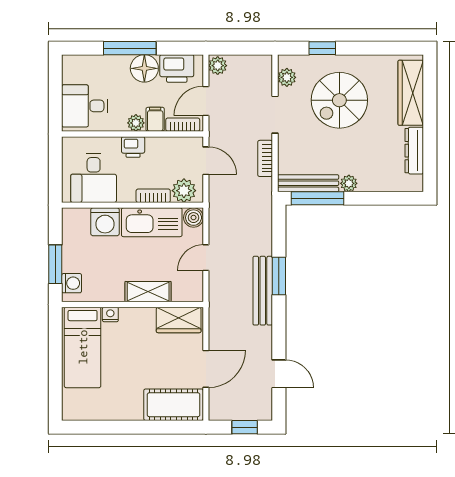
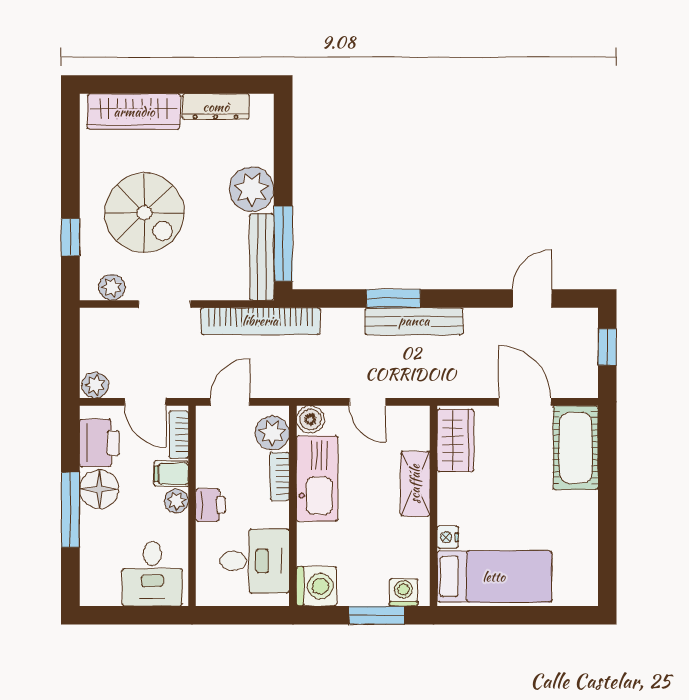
bookcase: (265, 158) -> (260, 321), width x2.31, depth x1.31
plant: (349, 183) -> (252, 189), width x1.88, depth x1.88
washing machine: (105, 222) -> (316, 586), moved

